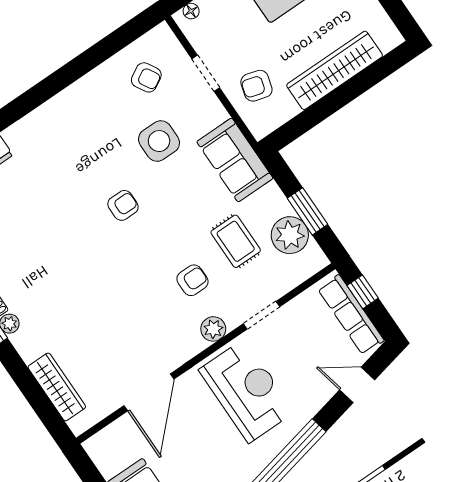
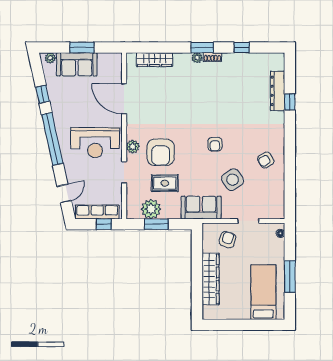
armchair: (146, 77) -> (266, 160), moved
side table: (159, 141) -> (233, 180), turned -35
armchair: (192, 280) -> (161, 152), width x1.88, depth x1.88

